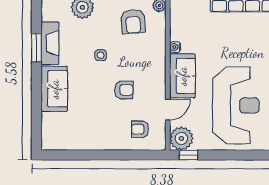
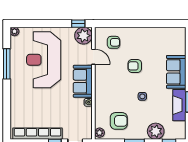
armchair: (133, 22) -> (119, 121), turned 95
armchair: (124, 90) -> (135, 66), moved
door: (168, 110) -> (93, 57), swing flipped

